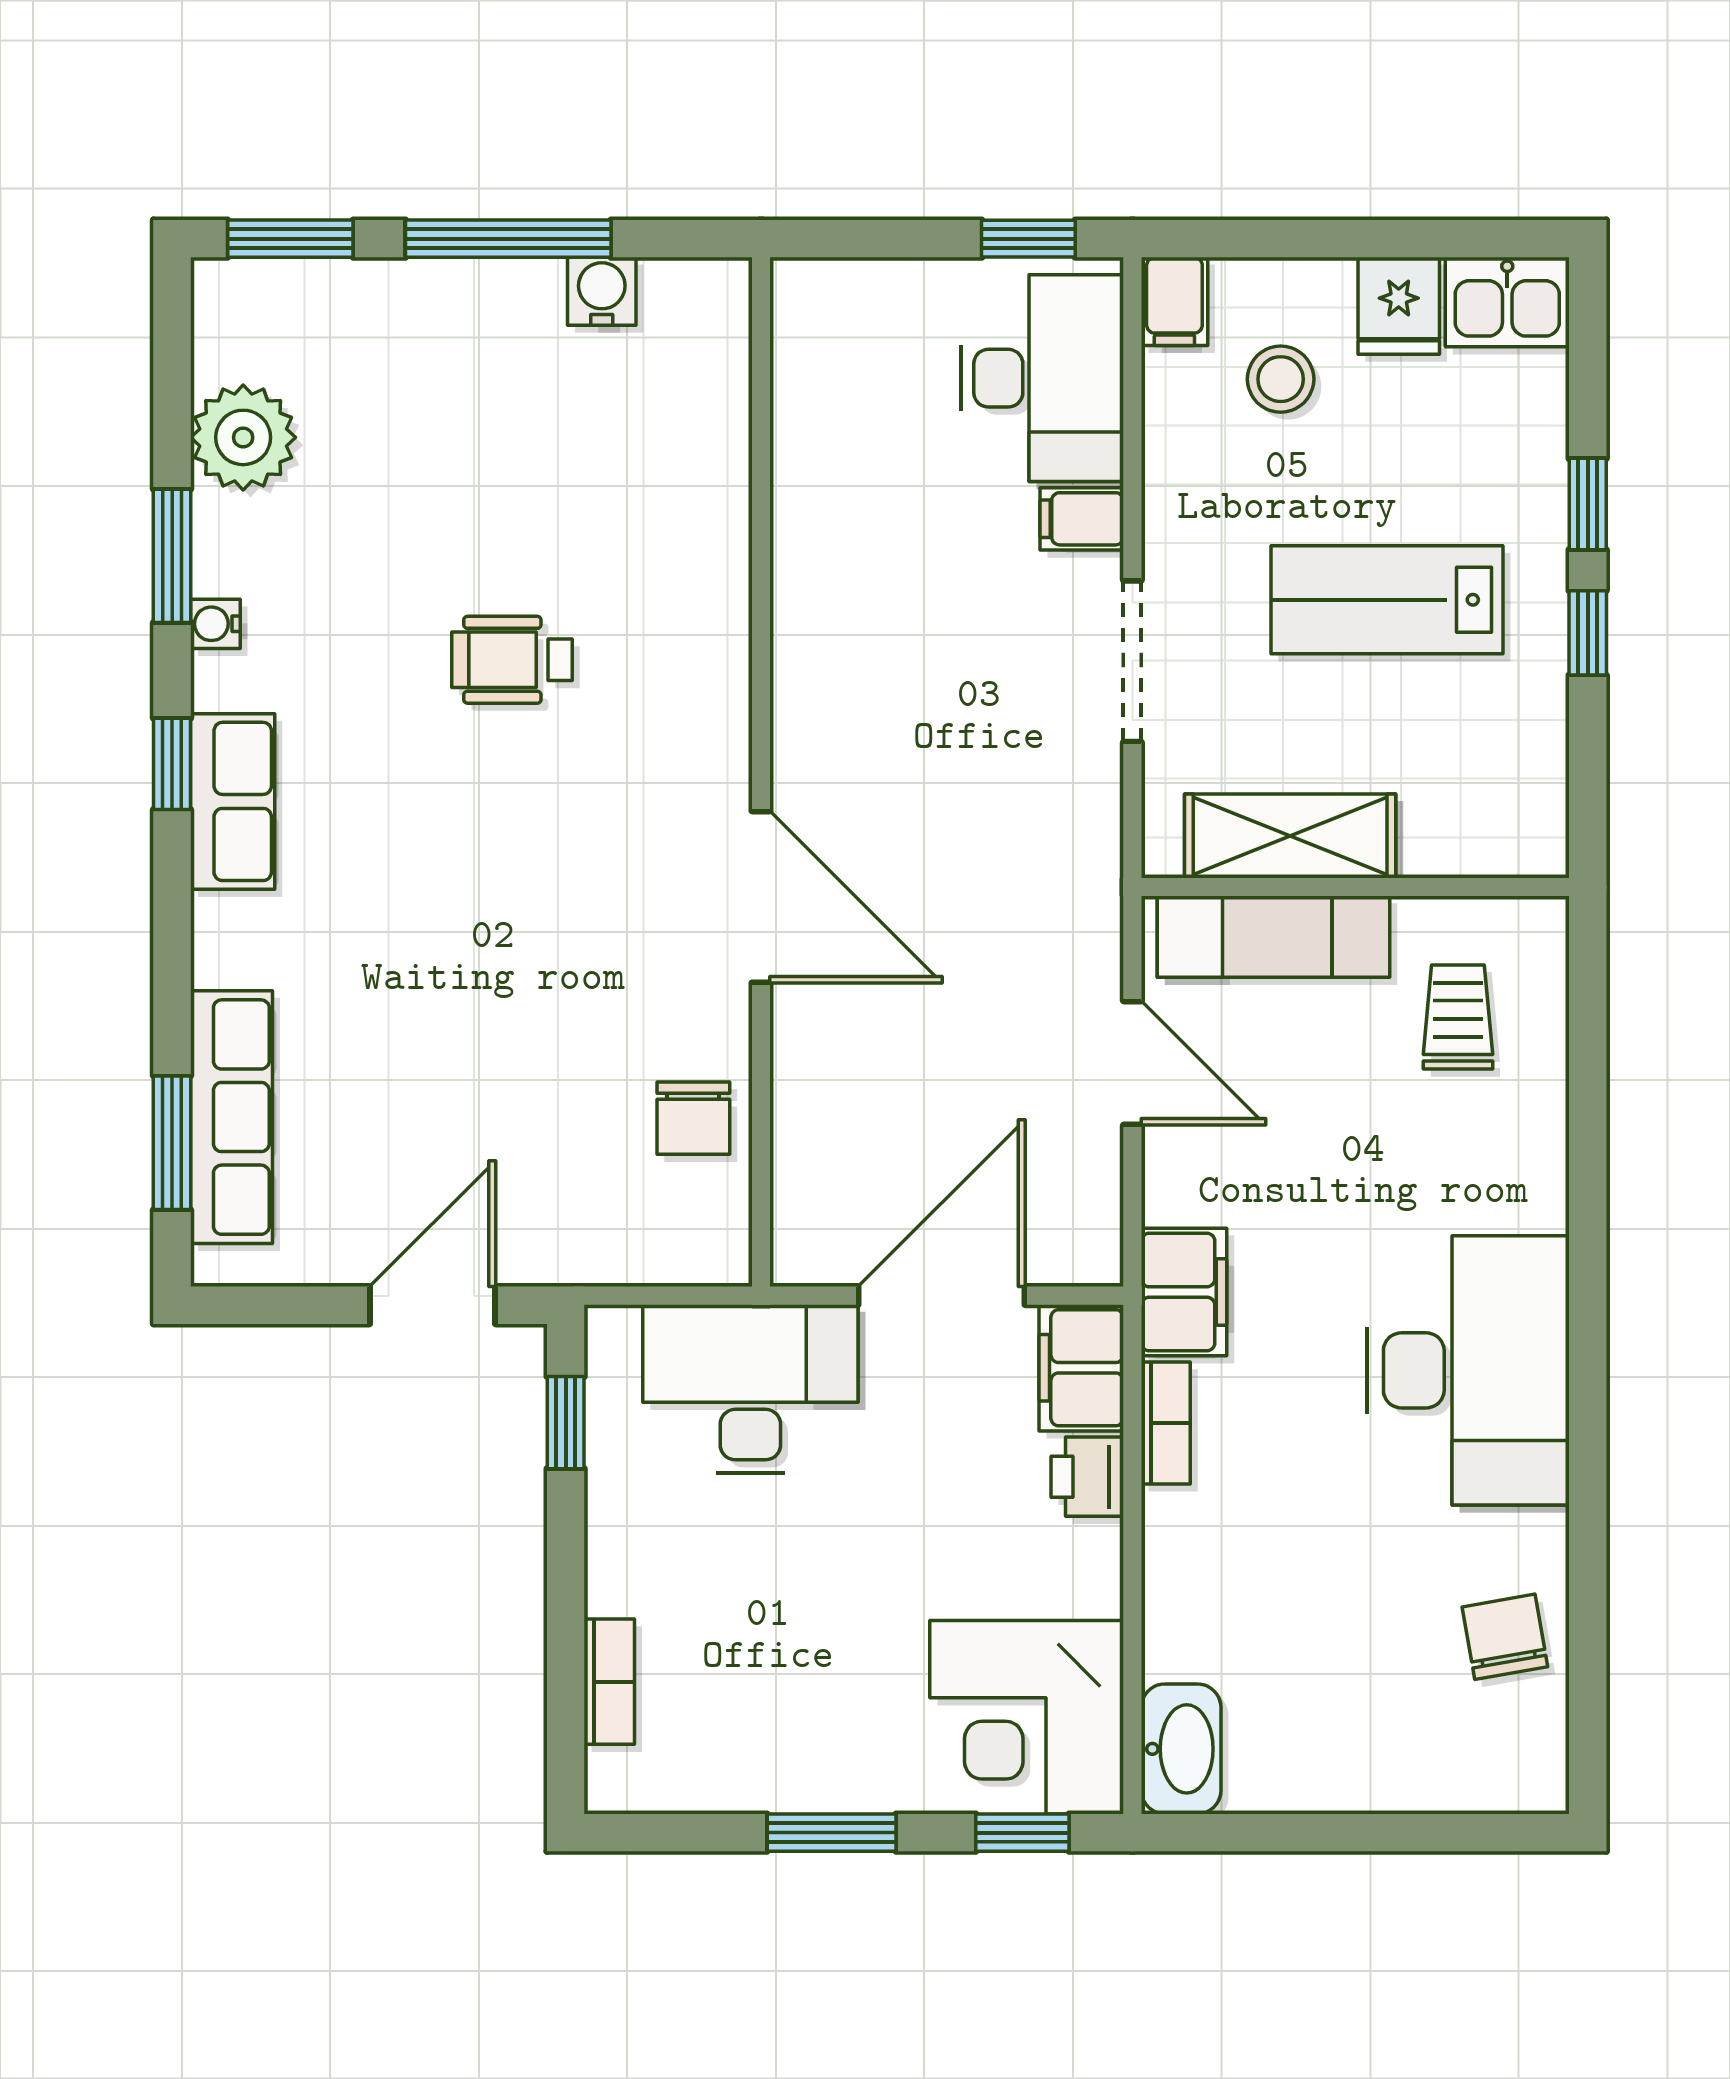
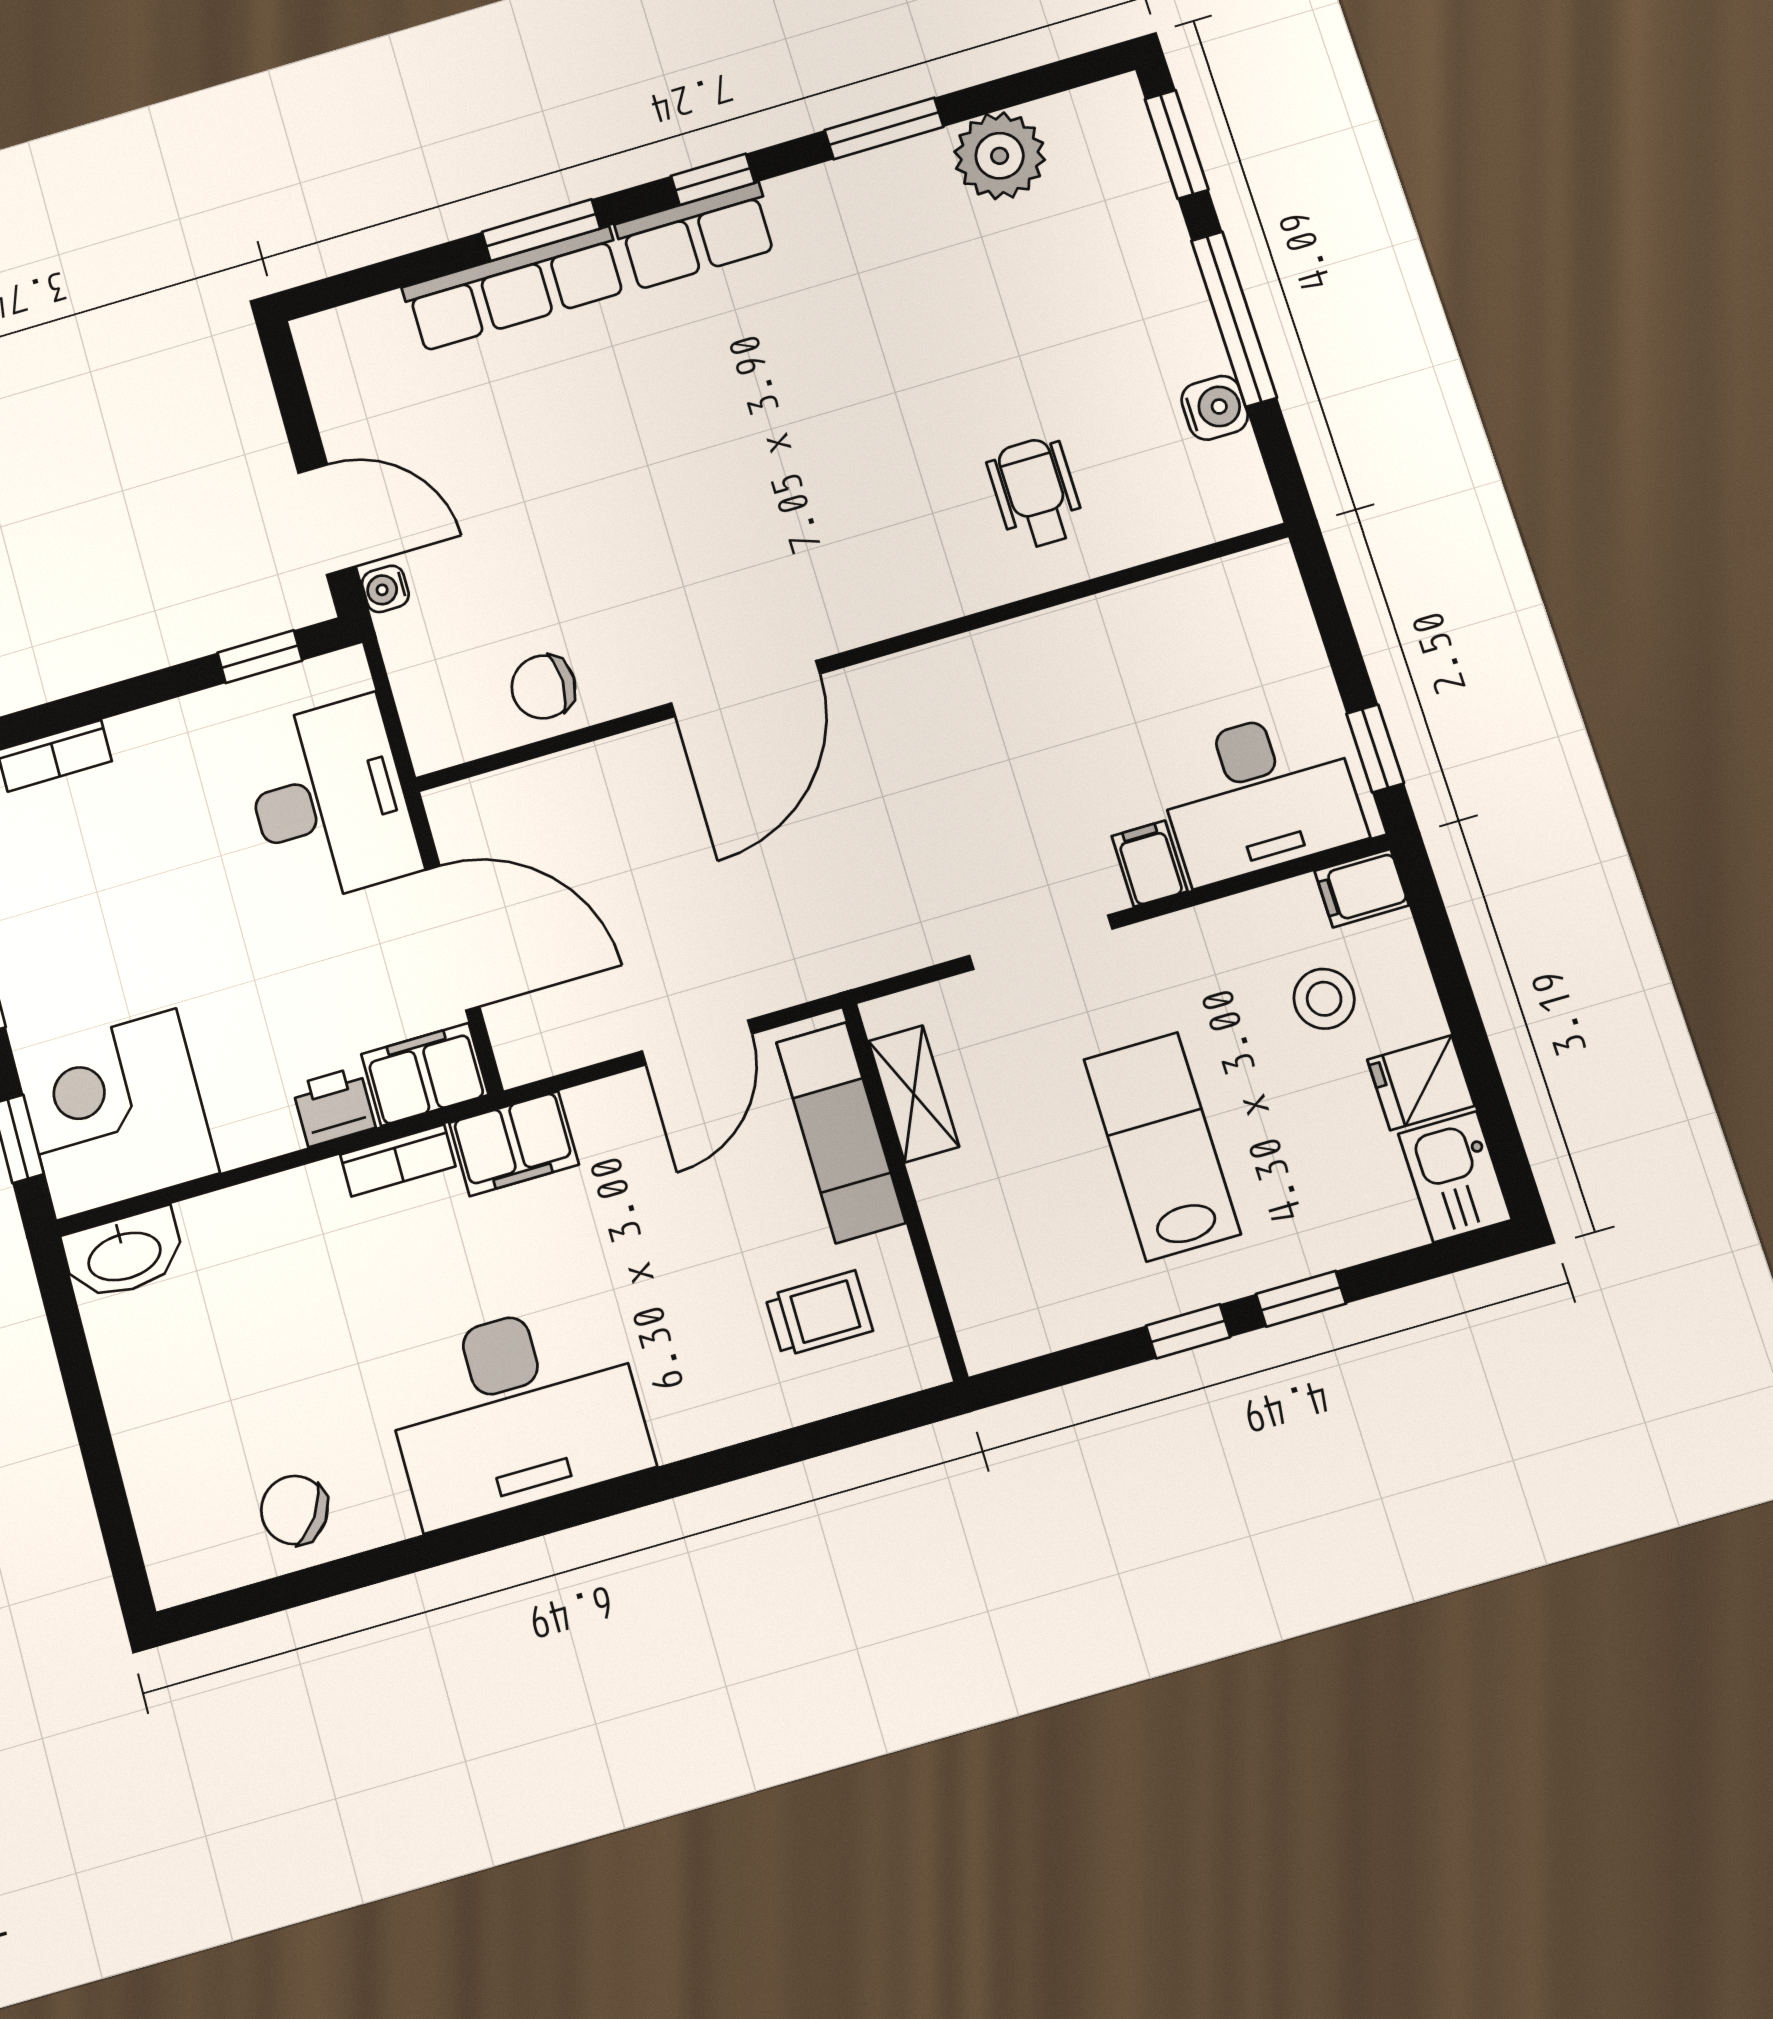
water cooler: (215, 624) -> (385, 589), moved, turned -90
wheelchair: (512, 660) -> (1036, 493), moved
shelving: (1290, 836) -> (914, 1094), width x0.67, depth x0.75
row of seats: (232, 1117) -> (515, 289), moved
window: (172, 1143) -> (541, 230), moved
chair: (1505, 1637) -> (294, 1510), turned -135

